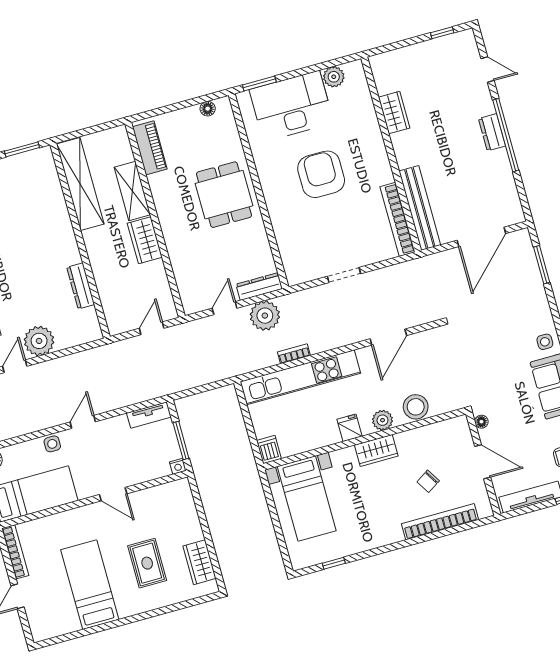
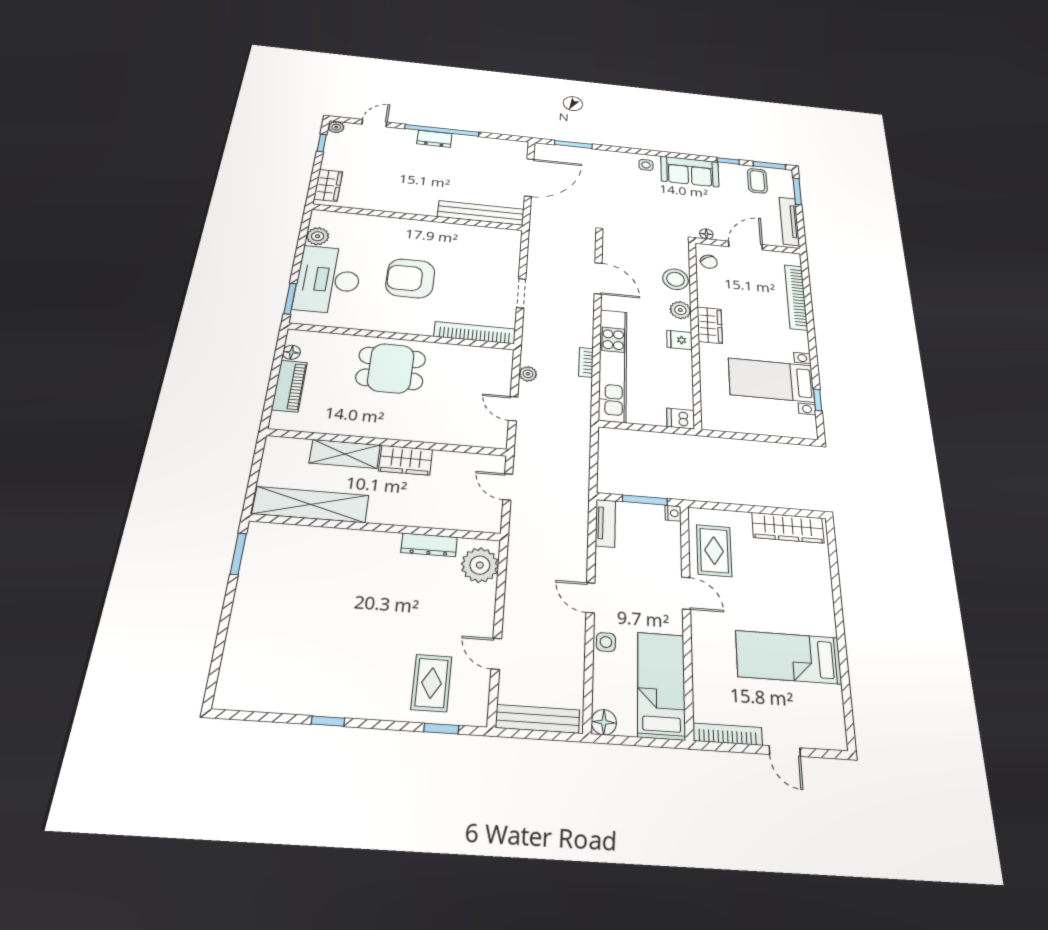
plant: (467, 37) -> (336, 127), added
wardrobe: (394, 113) -> (328, 185), moved, turned 90
piano: (150, 148) -> (289, 386), moved, turned 90
bookcase: (398, 219) -> (475, 333), moved, turned 180
door: (481, 237) -> (529, 177), hinge flipped
dresser: (259, 287) -> (503, 369), removed
plant: (265, 316) -> (528, 374), width x0.53, depth x0.53
plant: (39, 341) -> (480, 565), moved
chair: (428, 481) -> (709, 262), moved
door: (113, 494) -> (686, 593), hinge flipped
bed with nightstands: (307, 498) -> (771, 380), moved, turned 180
wardrobe: (199, 562) -> (788, 528), width x1.50
rug: (147, 563) -> (714, 551), moved, turned 90

